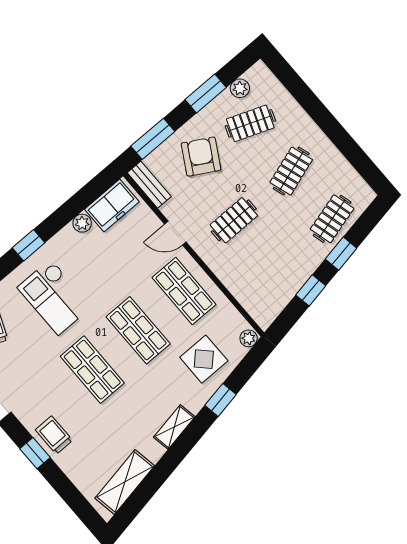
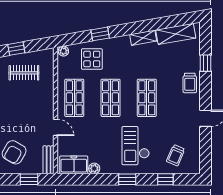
window: (153, 139) -> (29, 179), width x0.67
clothes rail: (234, 220) -> (24, 73), moved
checkout: (55, 297) -> (136, 146), turned 180
shelving: (174, 427) -> (143, 38), moved
window: (35, 453) -> (205, 63), moved

